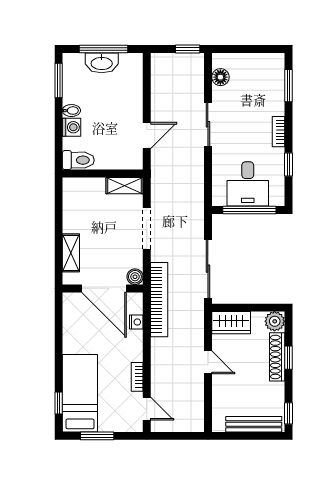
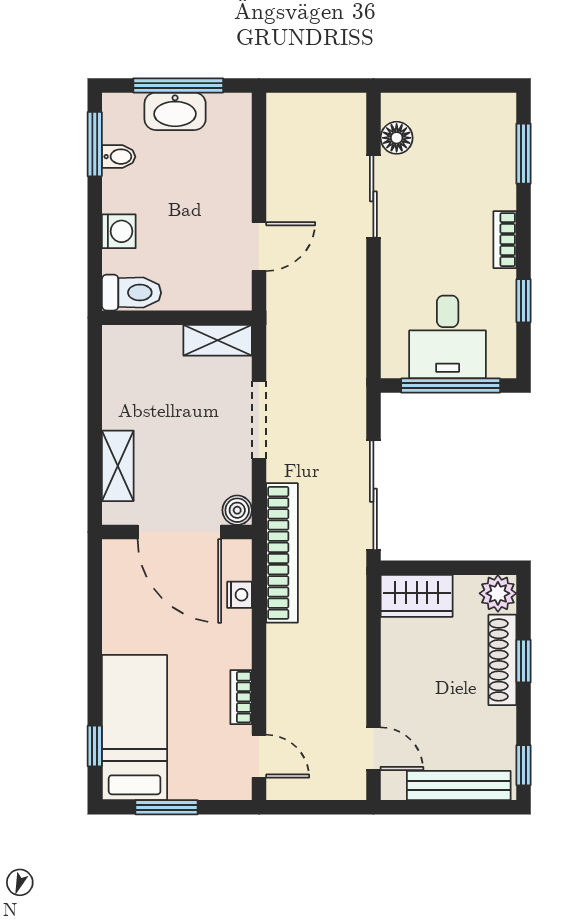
window: (188, 49) -> (335, 85), removed
bidet: (71, 111) -> (119, 157), moved
sliding door: (208, 124) -> (373, 196), moved
door: (208, 362) -> (373, 749), moved

